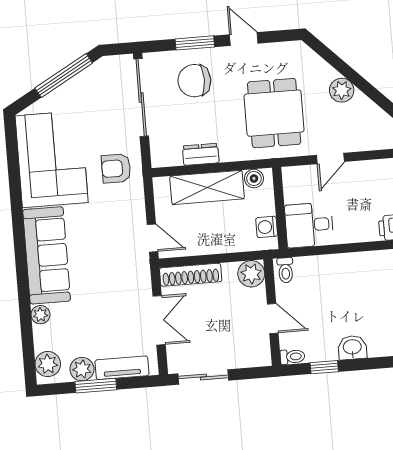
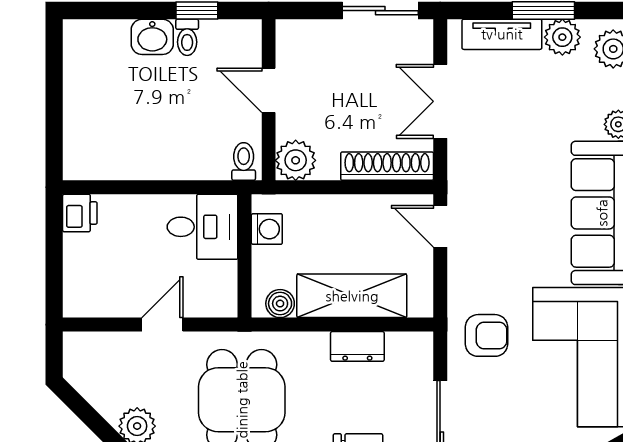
toilet: (292, 357) -> (187, 37), moved, turned -90

